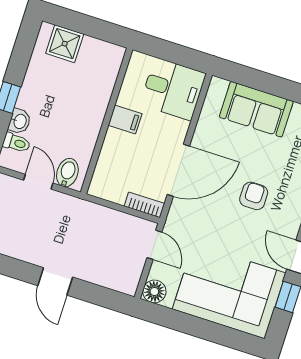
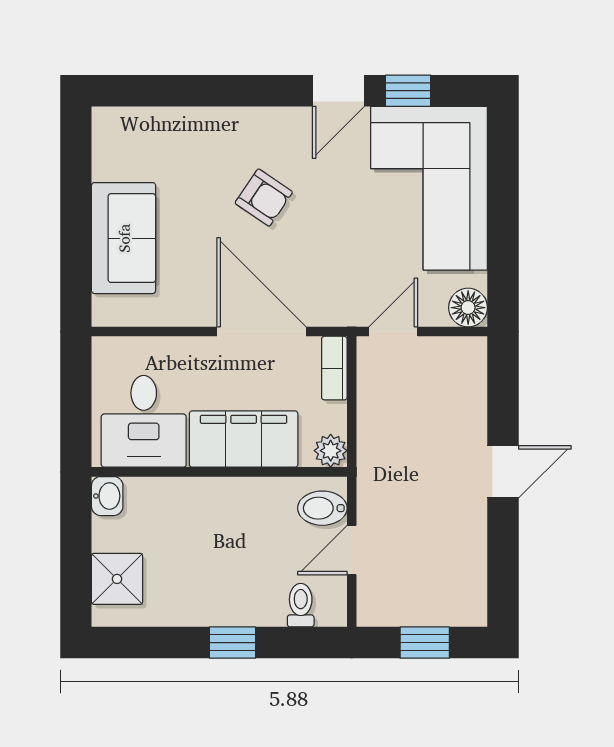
desk: (173, 89) -> (144, 421), moved, turned 180
filing cabinet: (125, 119) -> (244, 439), width x3.00, depth x1.17
washbasin: (20, 121) -> (107, 496), moved, turned 90
plant: (98, 188) -> (331, 451), added
armchair: (254, 196) -> (264, 198), turned -146

